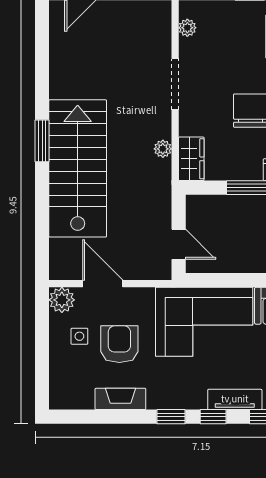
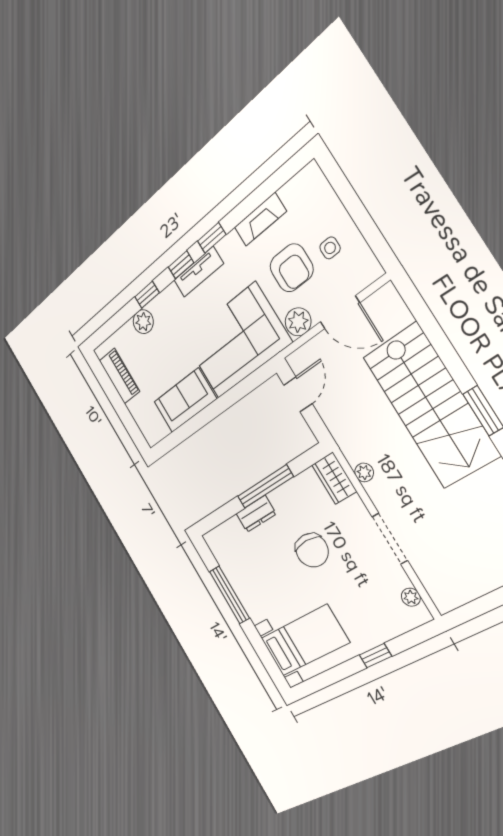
door: (179, 244) -> (298, 394), swing flipped
plant: (62, 300) -> (298, 322), moved
tv unit: (235, 399) -> (199, 272), moved

